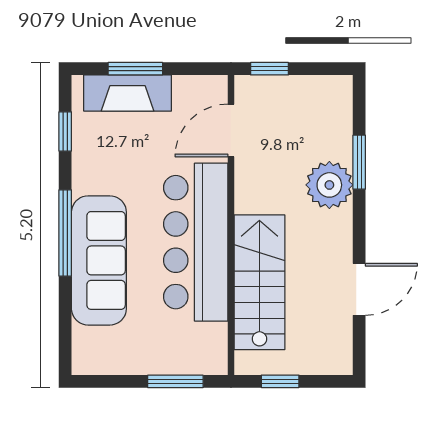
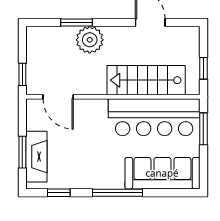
bar counter: (196, 242) -> (154, 117), moved
sofa: (99, 260) -> (162, 173), moved

